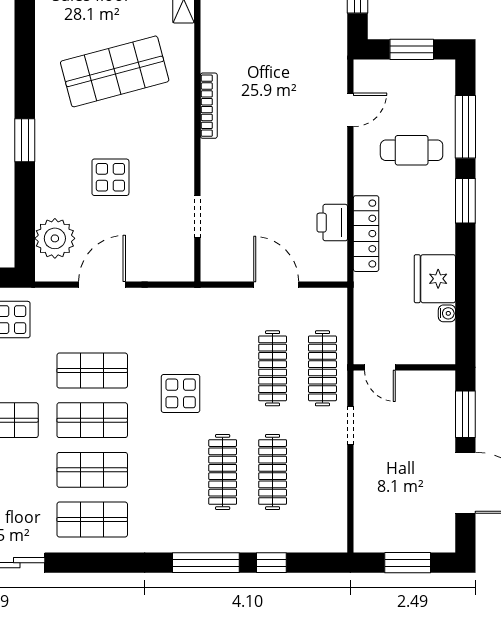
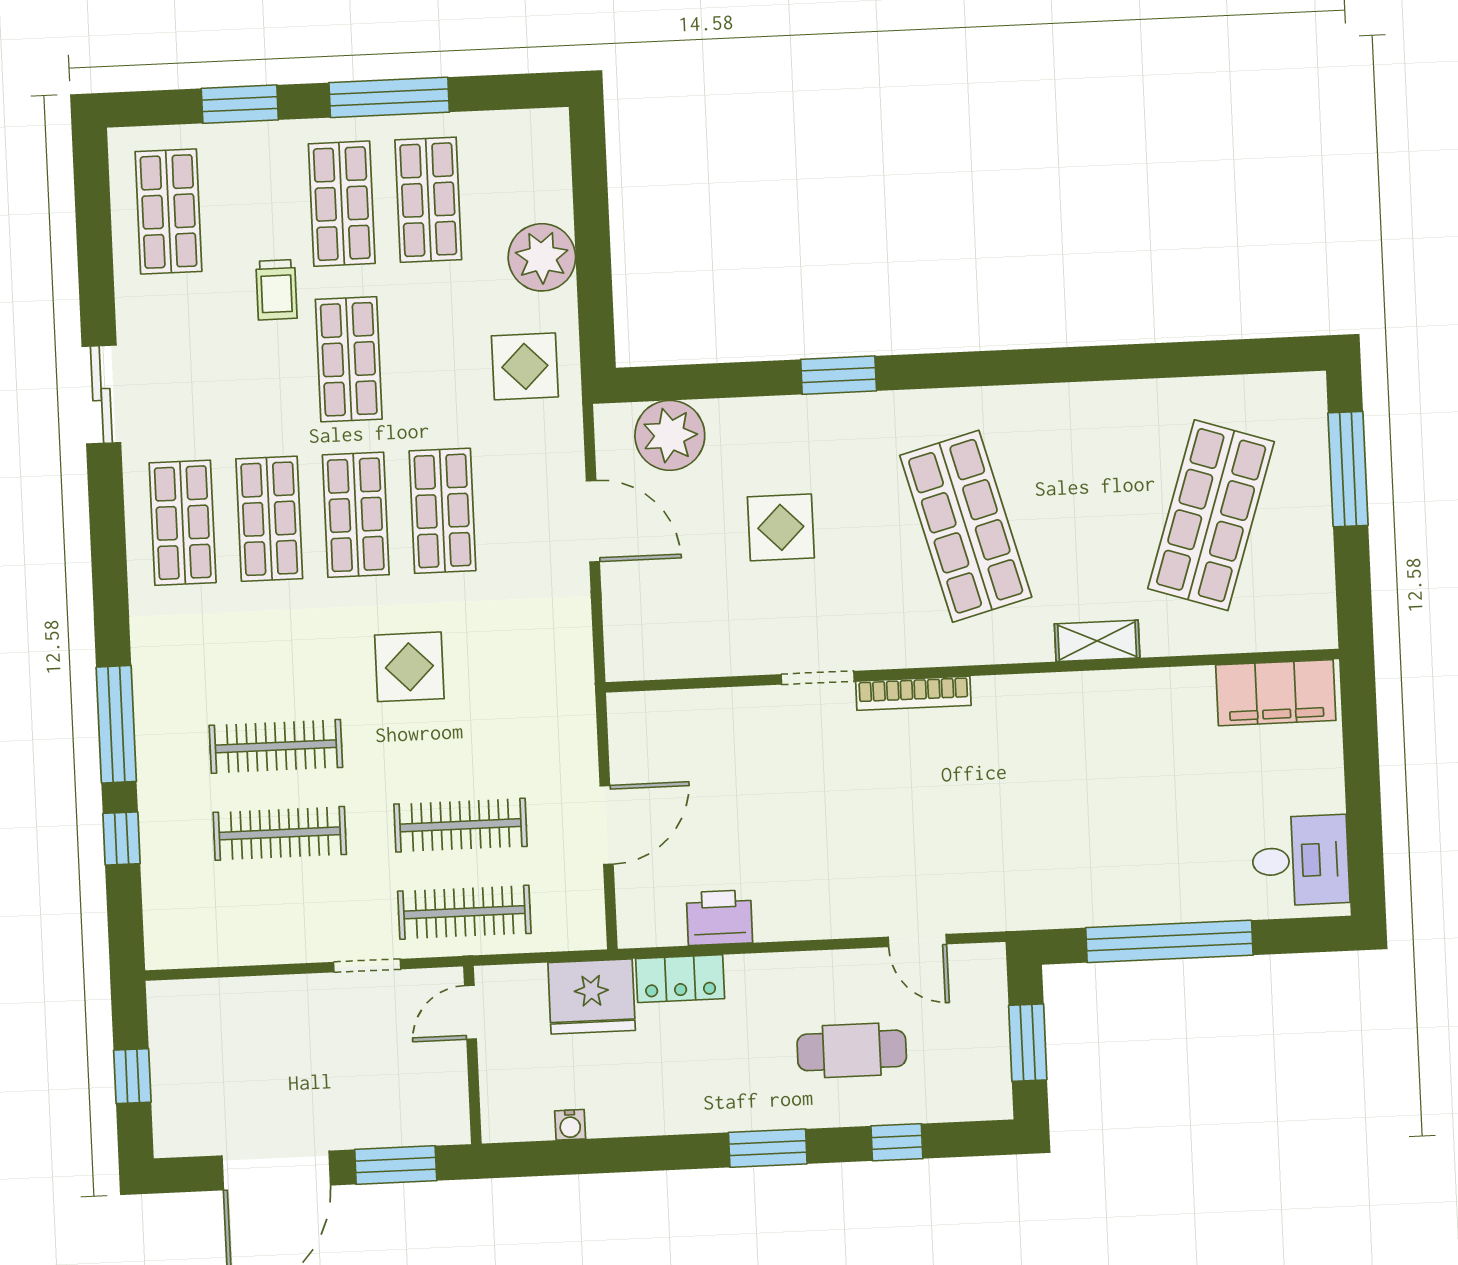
window: (465, 127) -> (897, 1142), width x0.46
cafe table: (412, 150) -> (852, 1050), turned 90
doorway: (197, 217) -> (818, 678), moved
locker: (366, 234) -> (680, 979), width x0.66
fridge: (435, 279) -> (592, 996), moved, turned 180
window: (408, 563) -> (132, 1076), width x0.67

